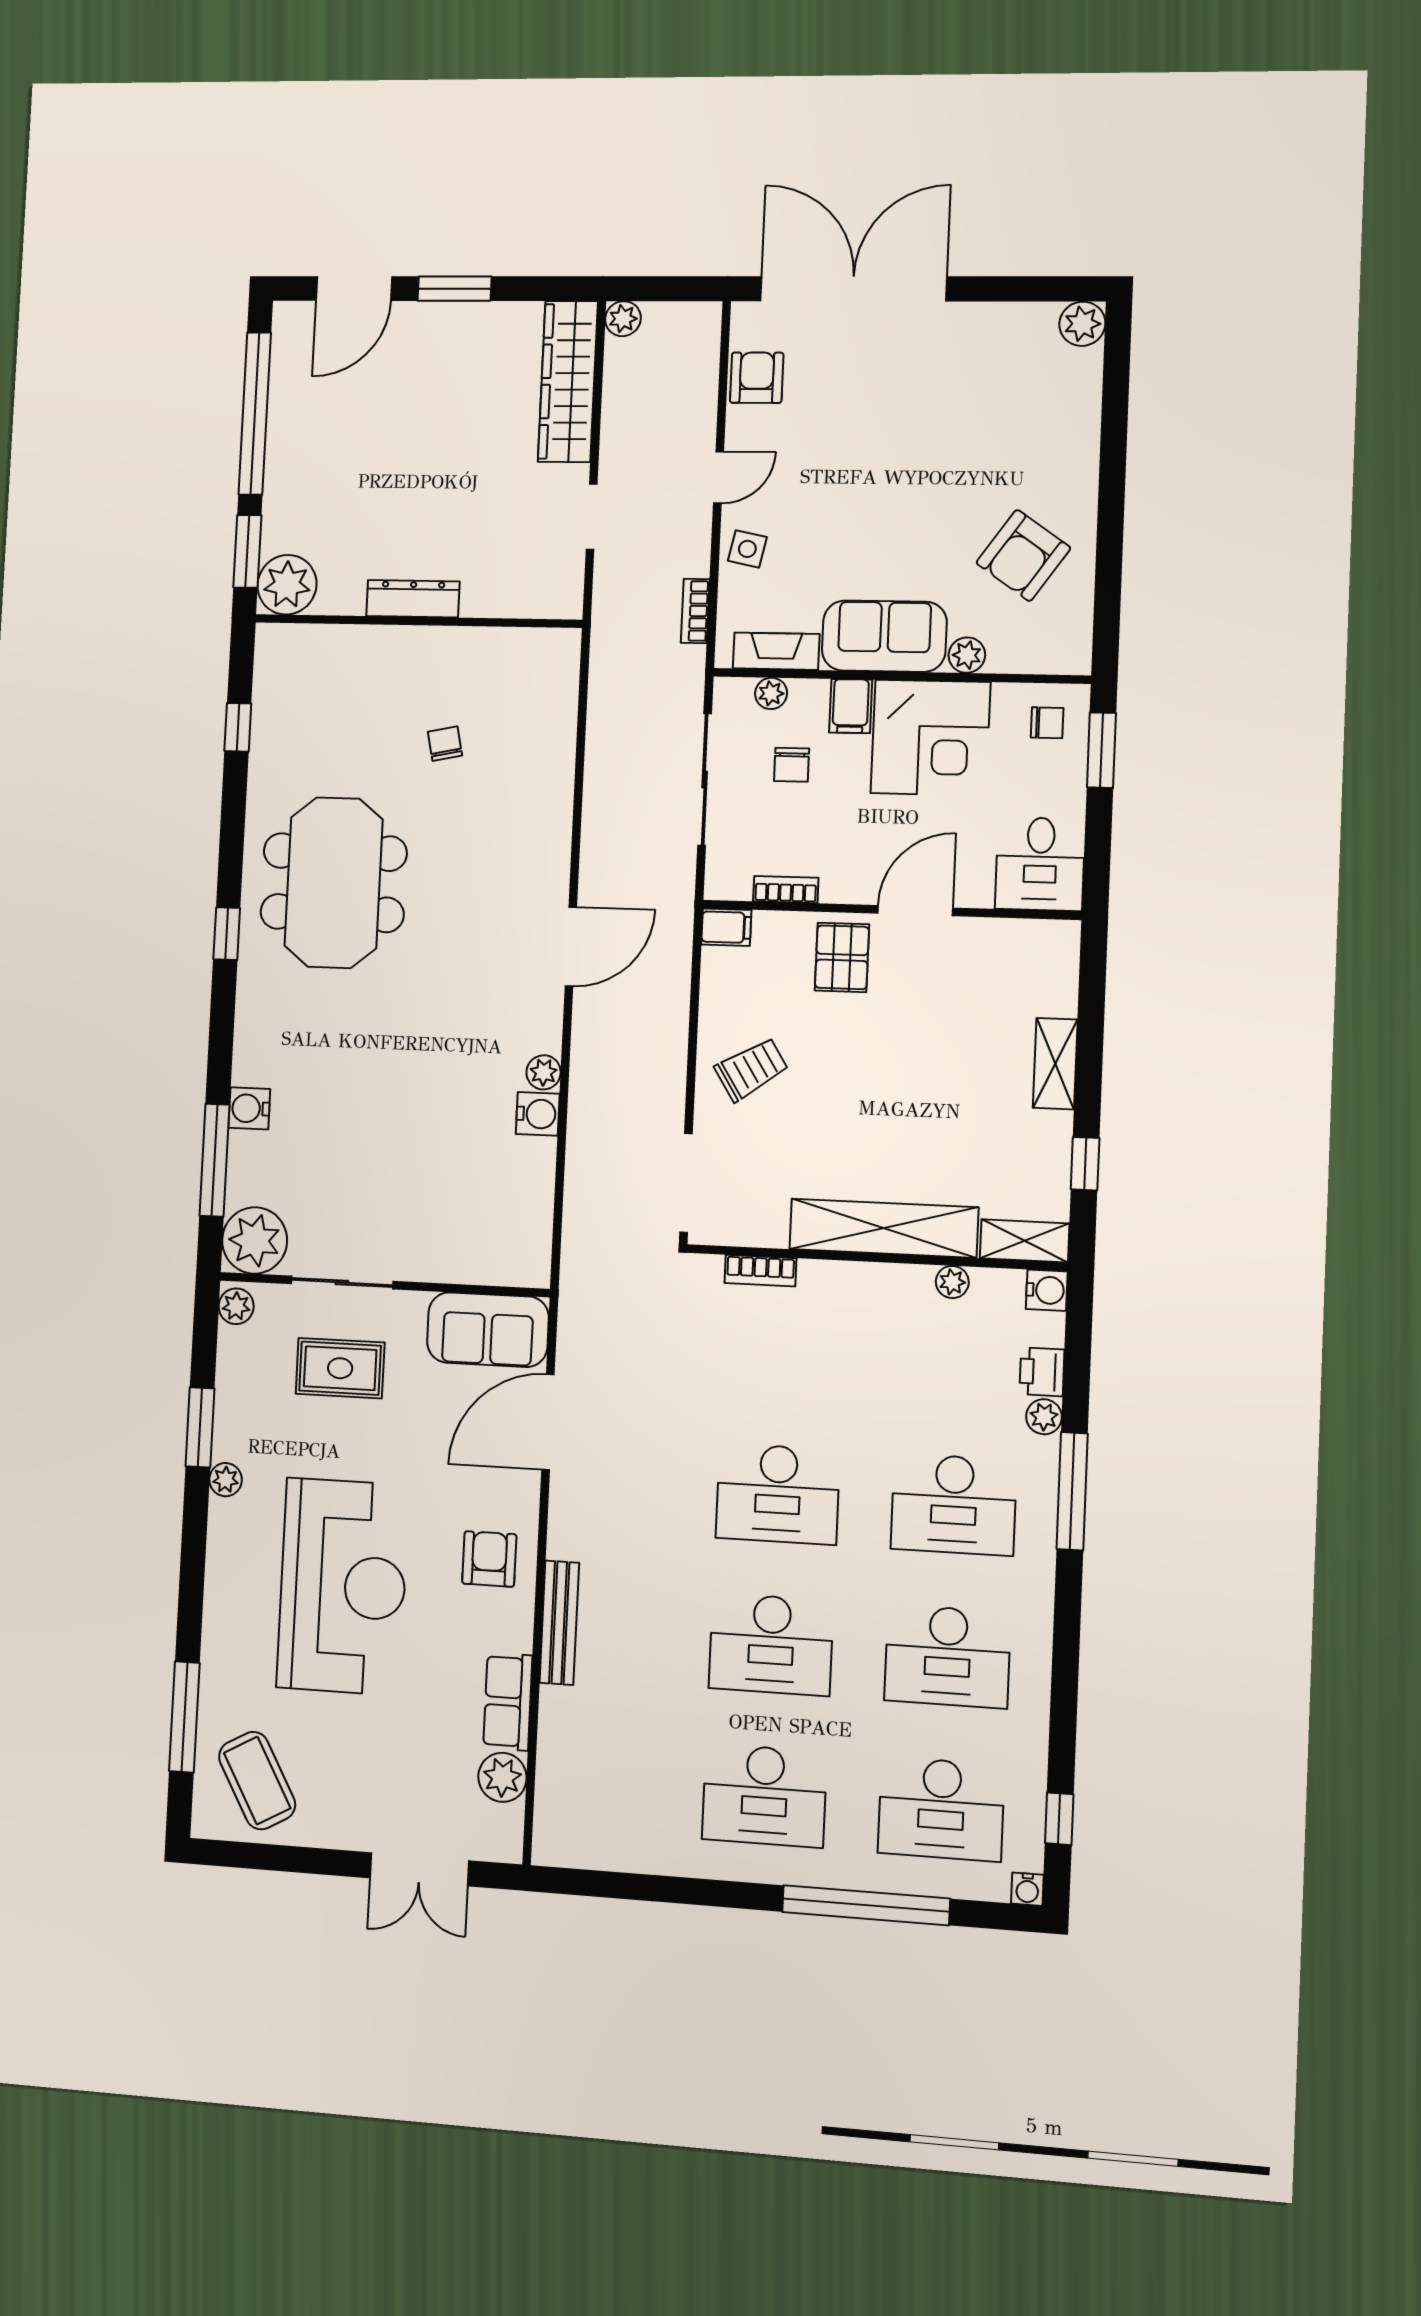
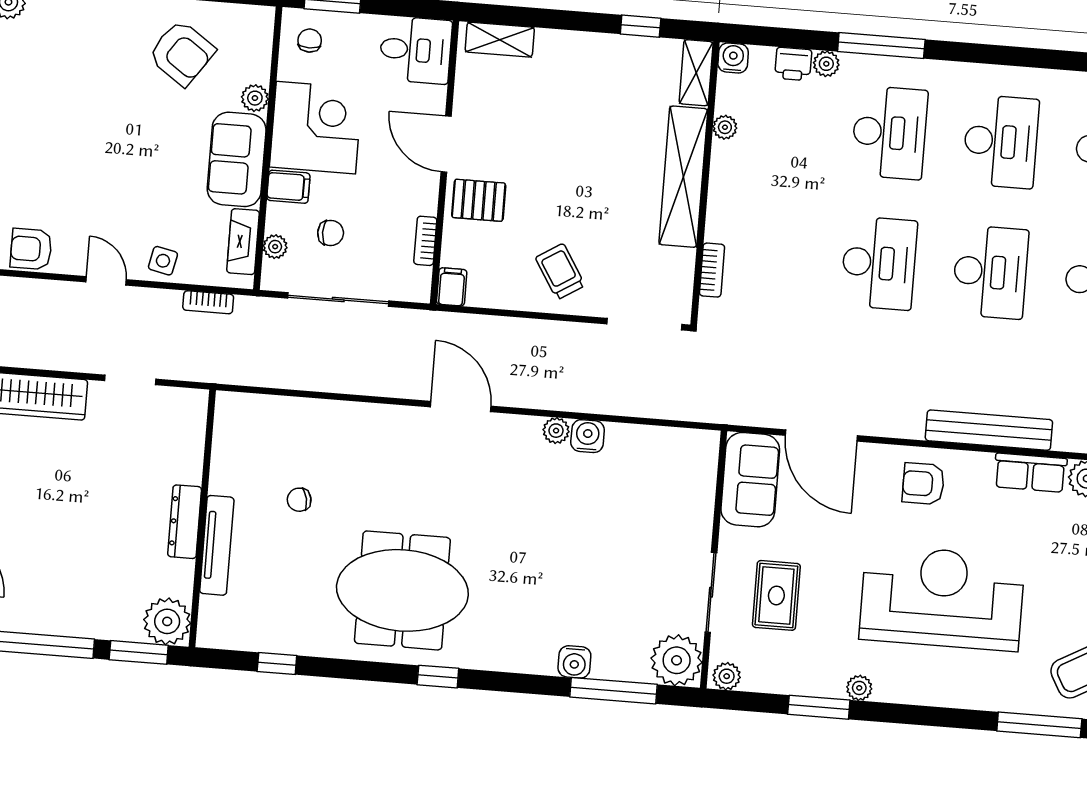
tv unit: (384, 642) -> (217, 545), added
shelving: (1055, 1064) -> (500, 40), moved
bench: (559, 1623) -> (989, 430), width x1.37, depth x1.21

